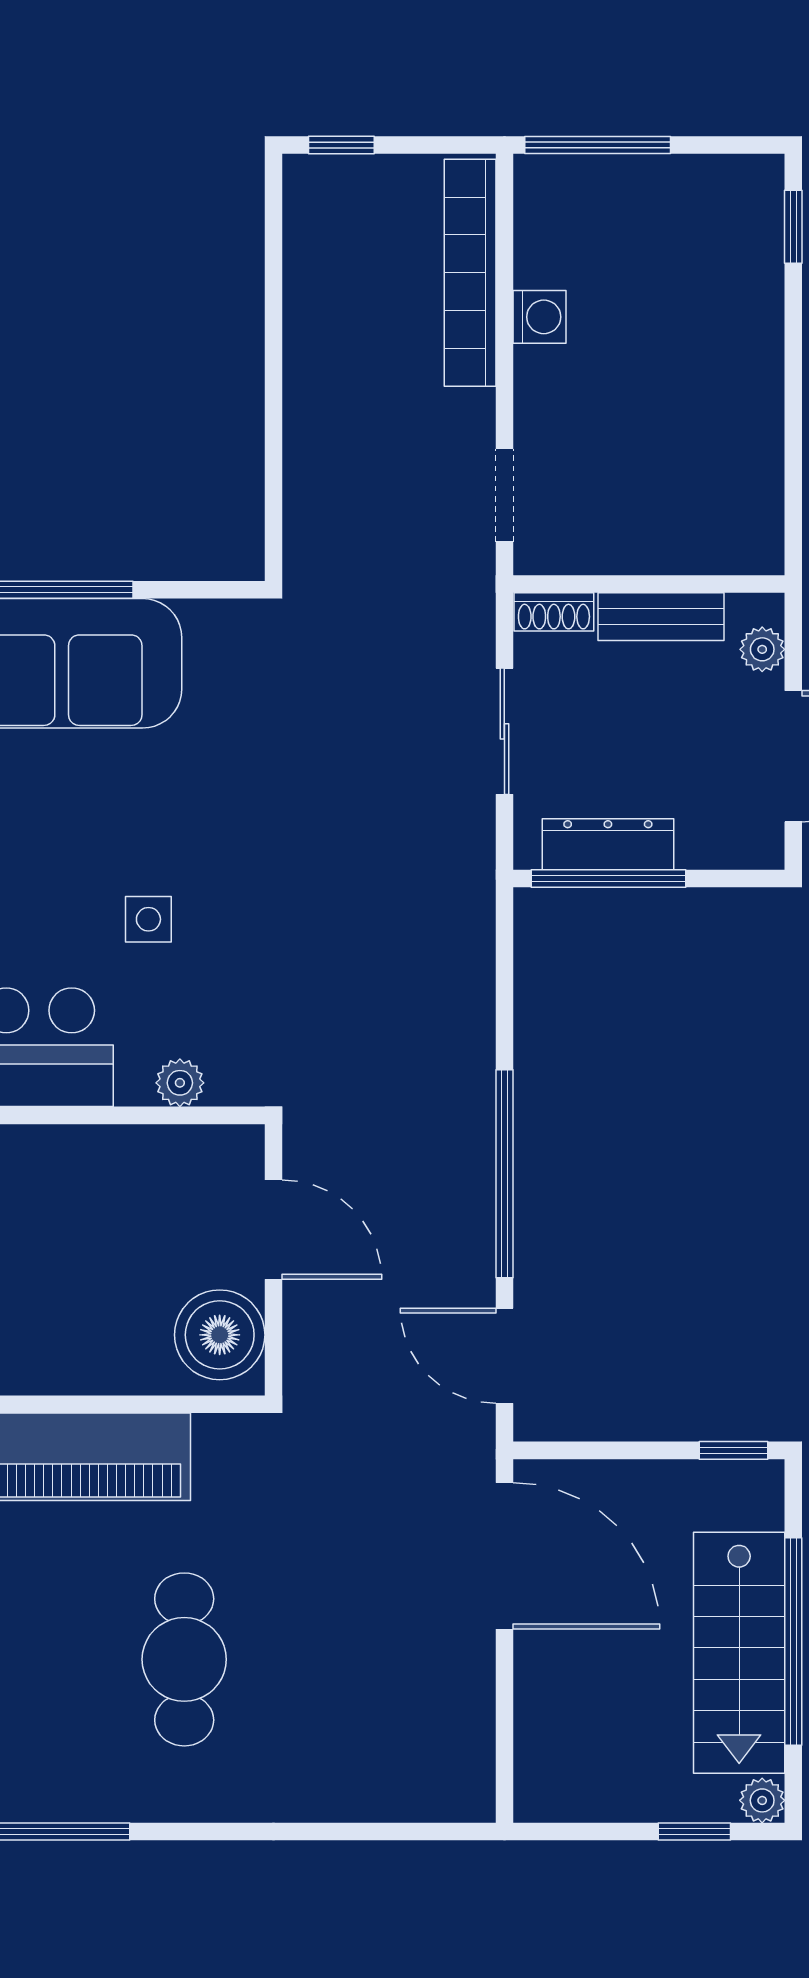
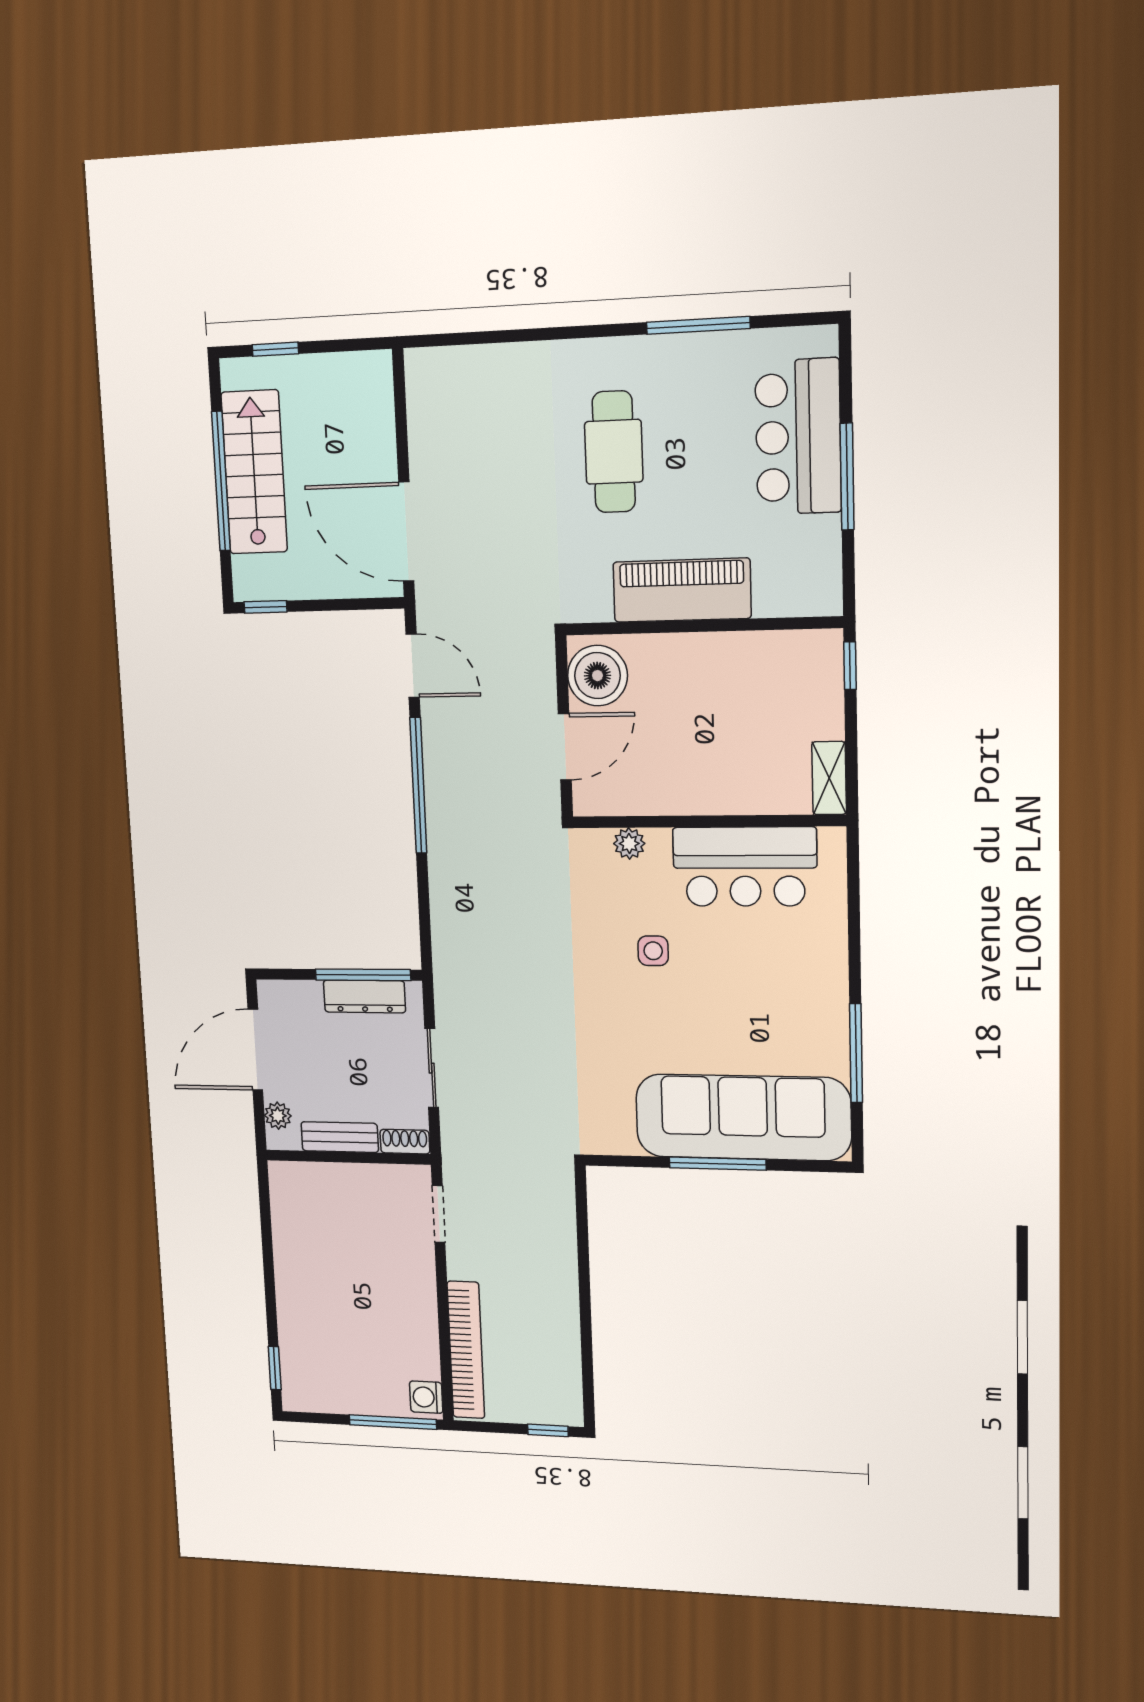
washing machine: (540, 317) -> (426, 1397), moved
door: (273, 1230) -> (565, 747), swing flipped
plant: (762, 1800) -> (234, 373), removed

